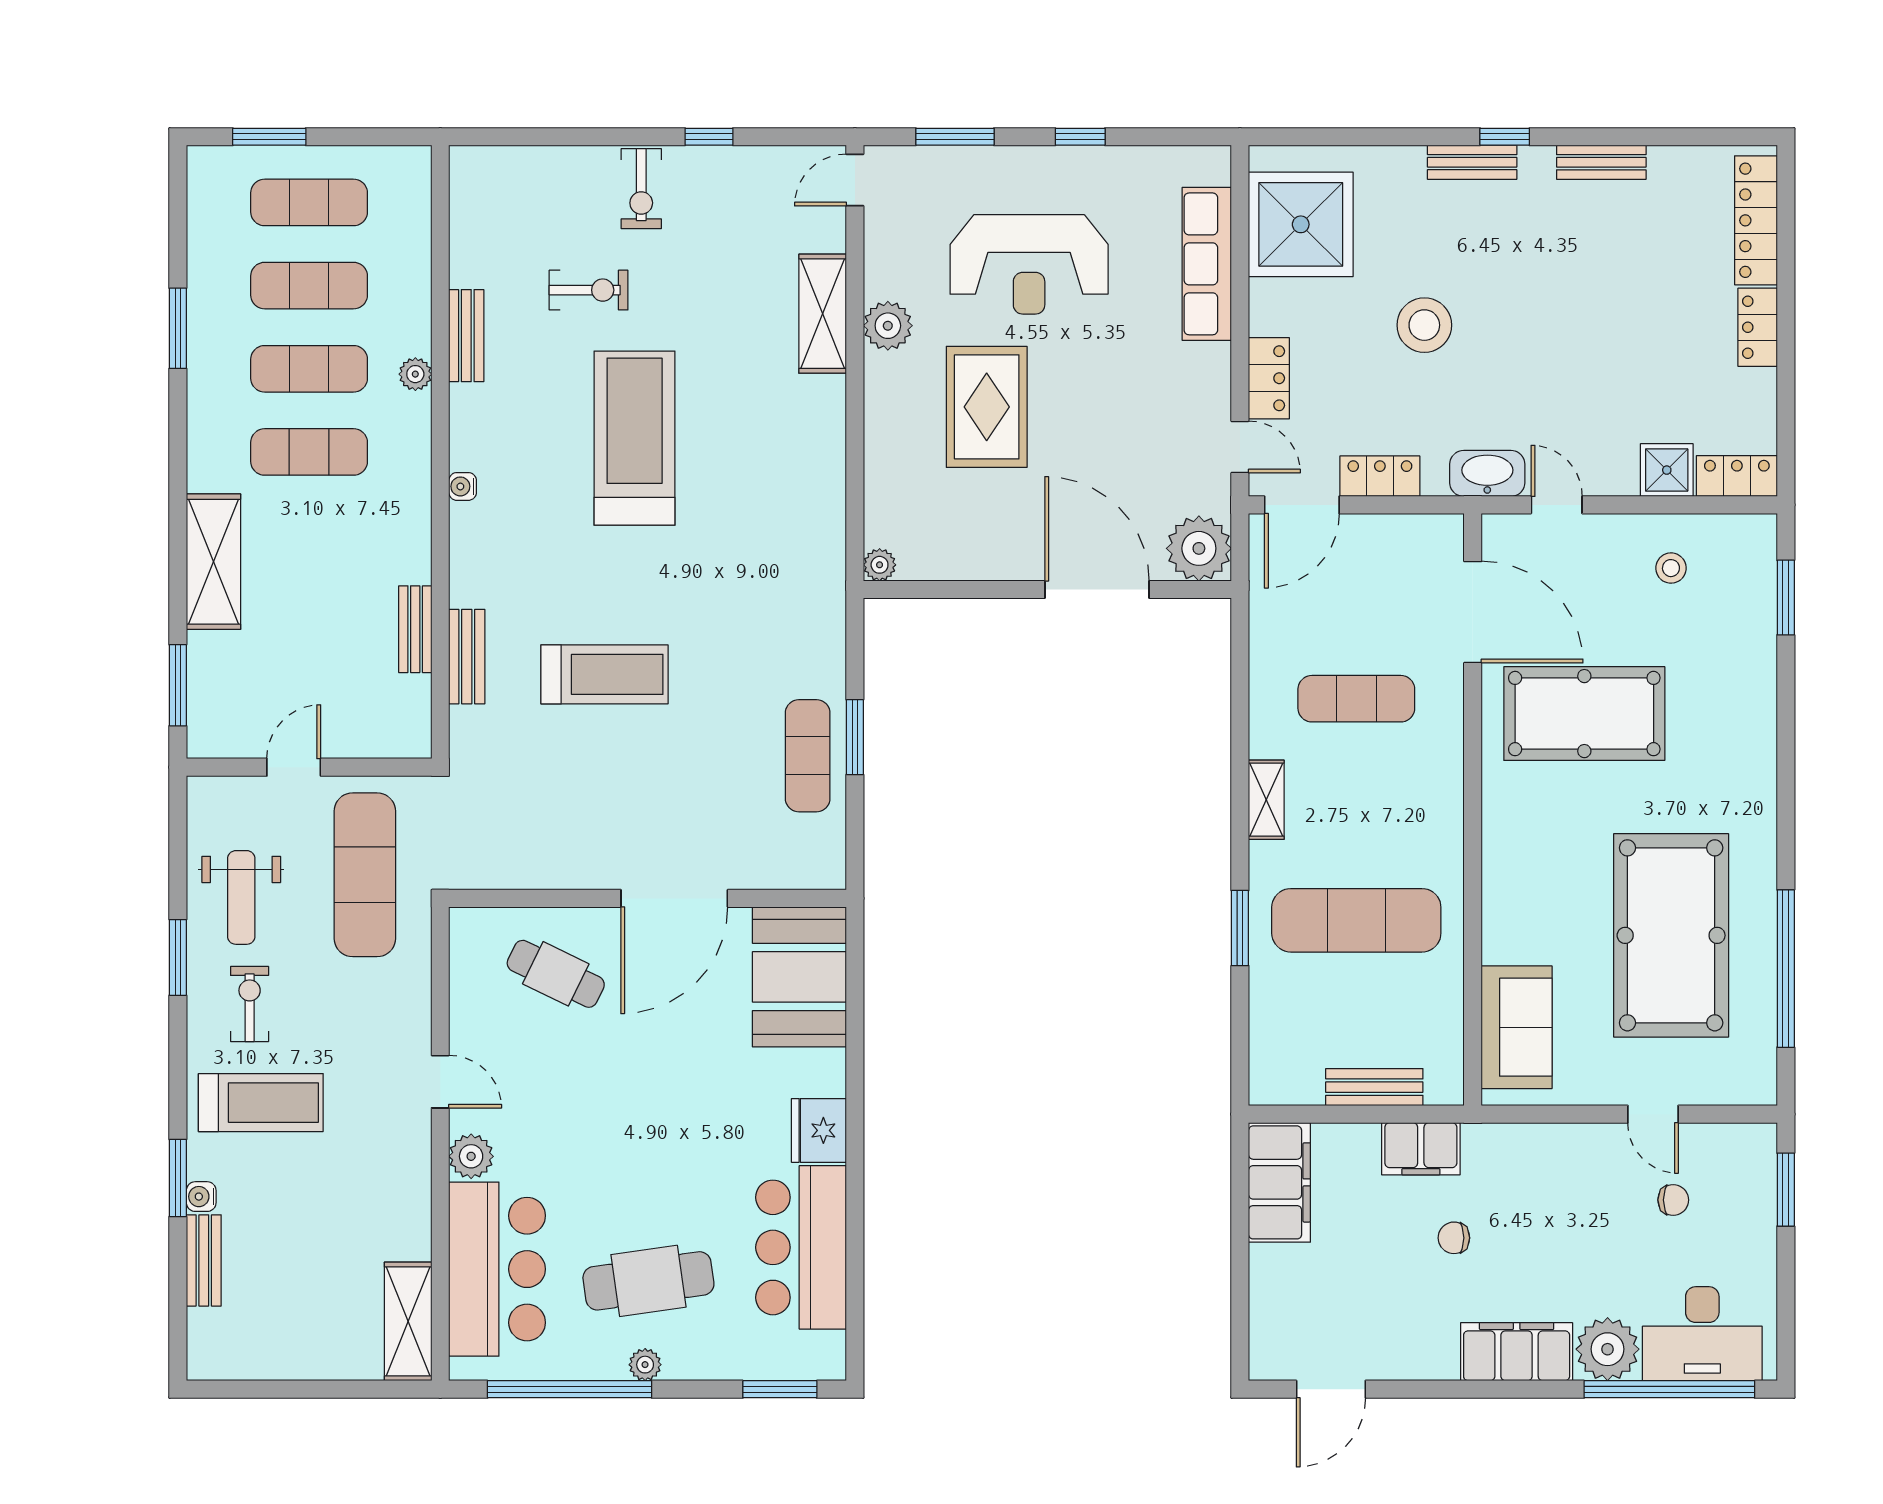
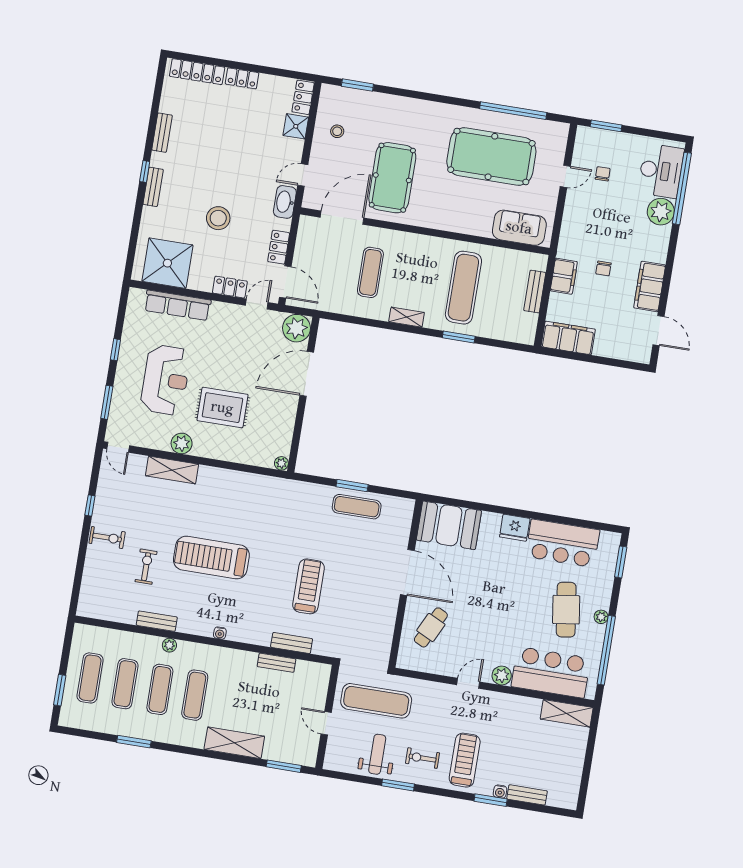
weight bench: (241, 897) -> (377, 754), turned -90
filing cabinet: (1517, 1352) -> (650, 286), moved

